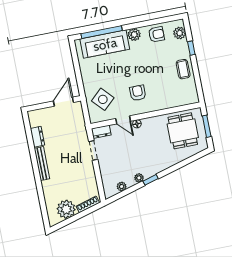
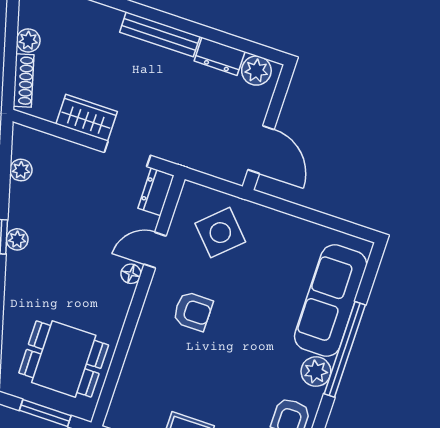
window: (102, 32) -> (345, 349), moved
plant: (35, 120) -> (256, 71), added
wardrobe: (88, 173) -> (87, 118), added
plant: (139, 178) -> (17, 239), moved
plant: (66, 209) -> (28, 40), width x0.53, depth x0.53

